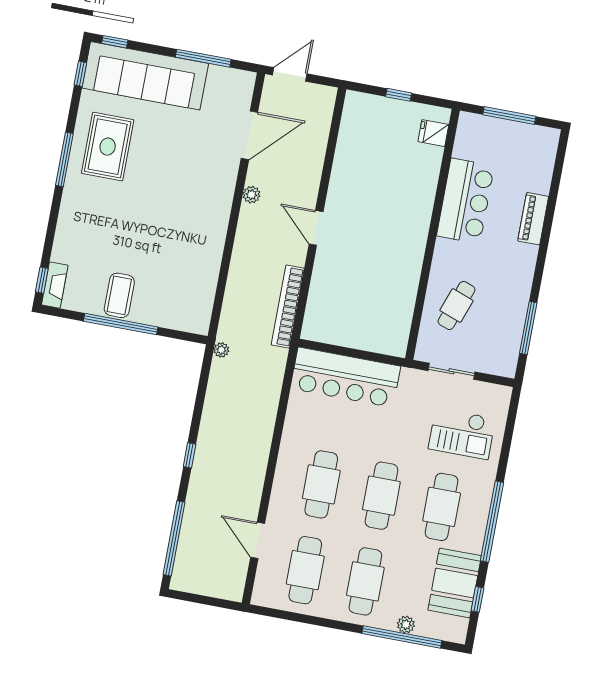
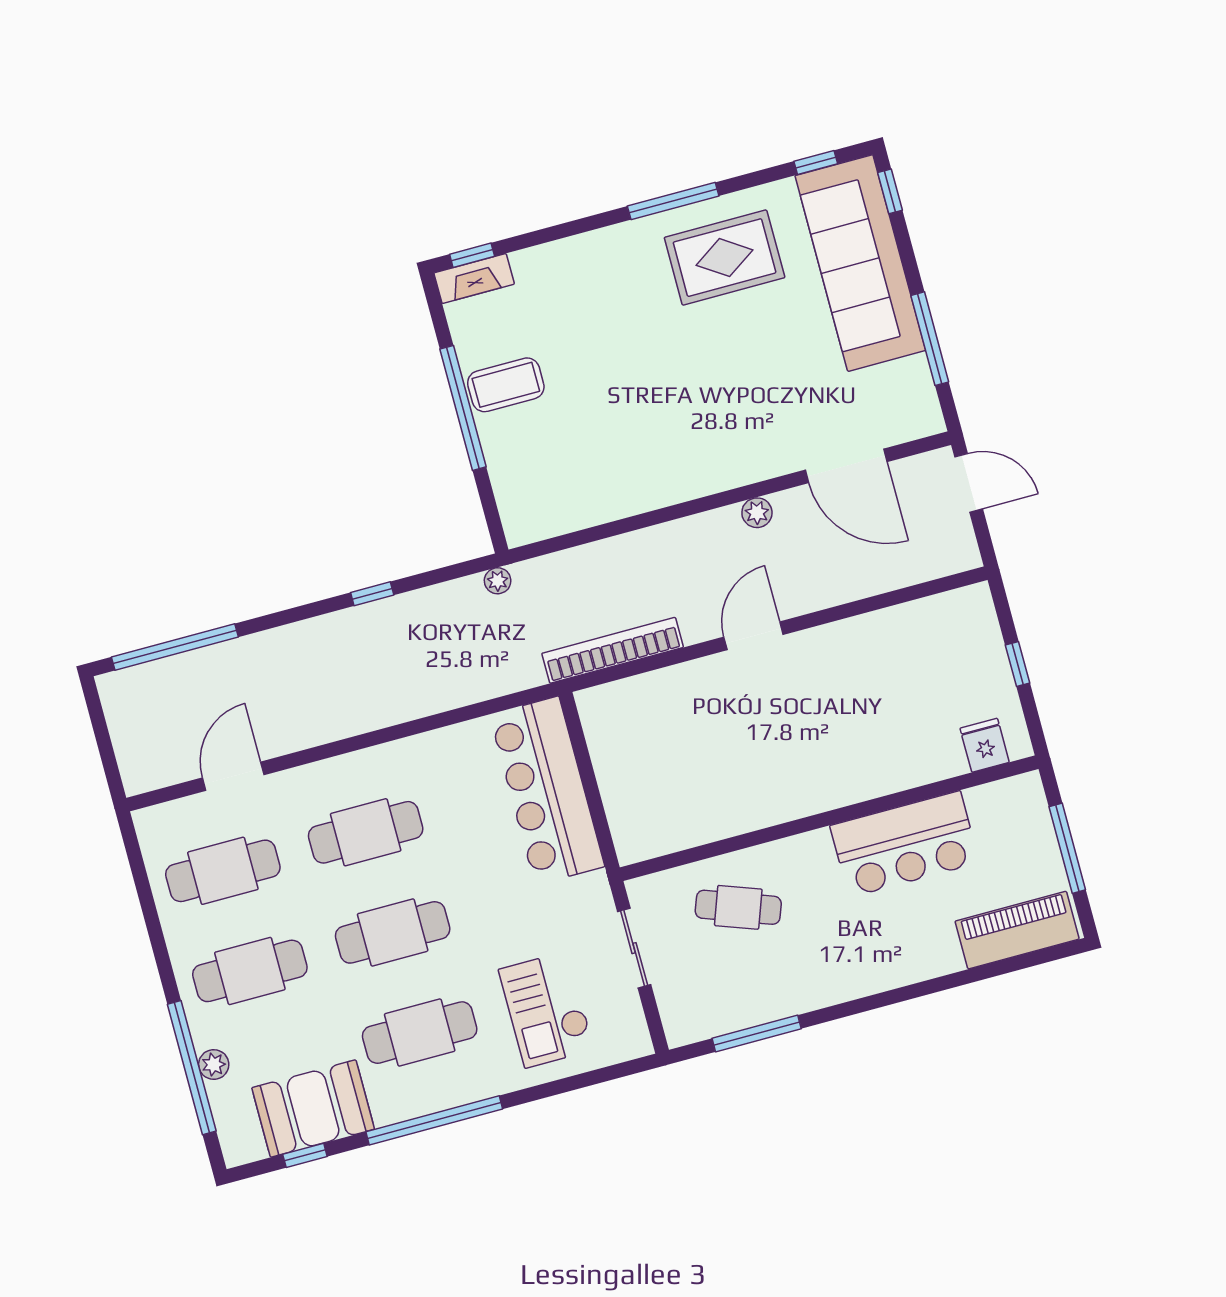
piano: (533, 219) -> (1017, 930), moved, width x1.37, depth x1.33
window: (190, 455) -> (372, 594), moved

